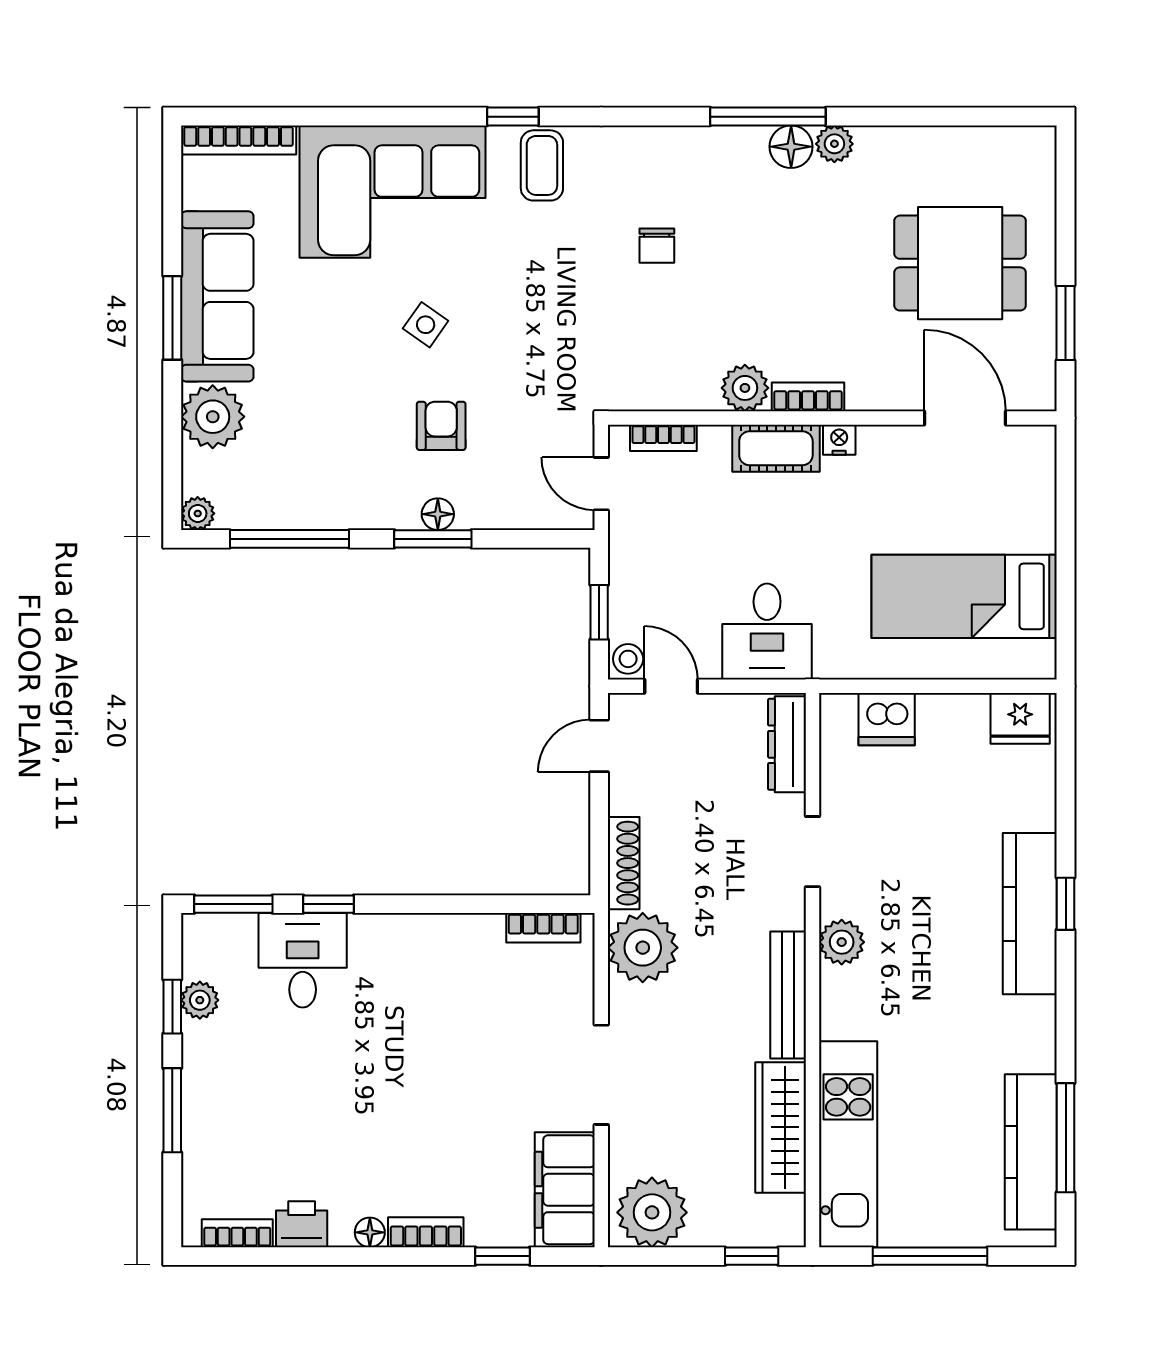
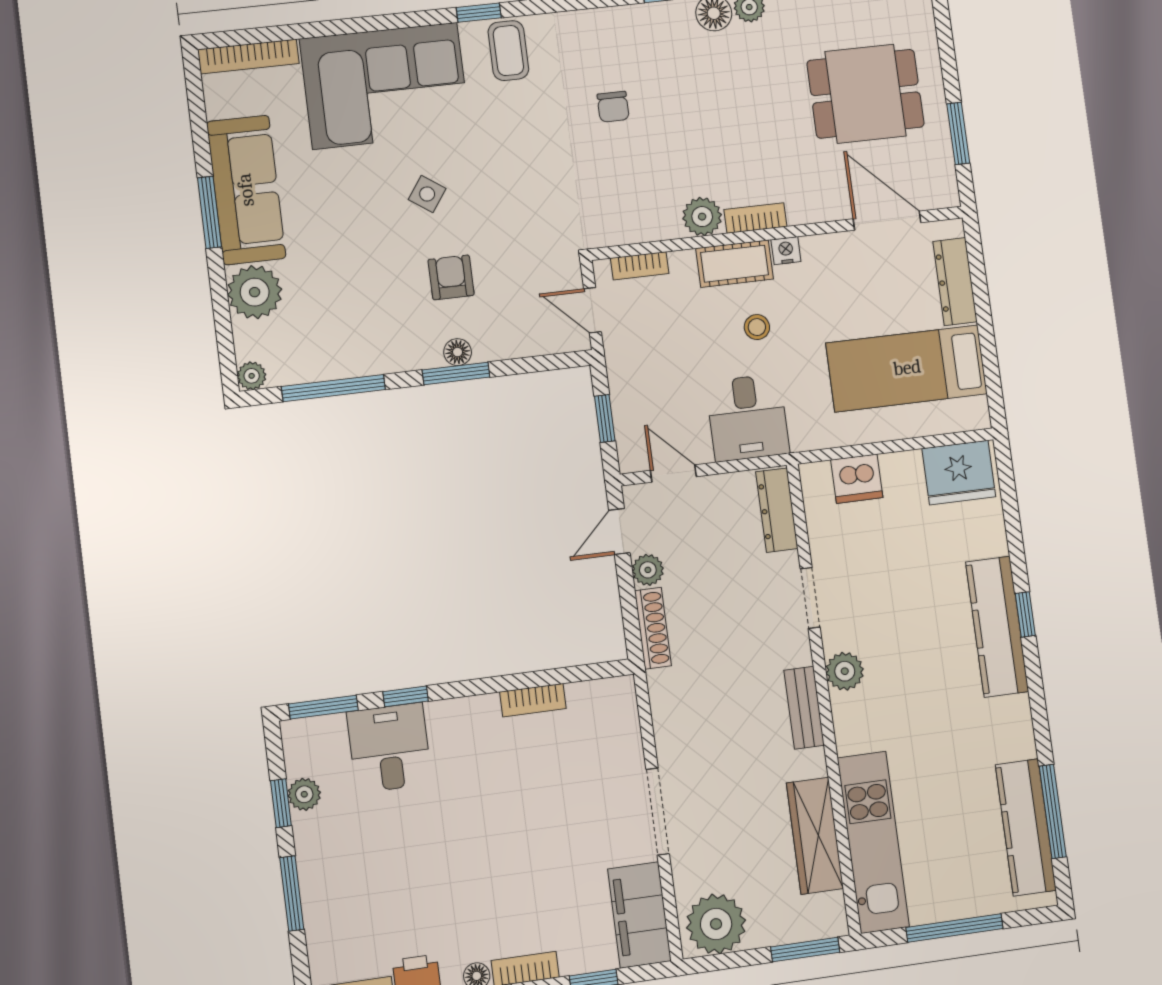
dresser: (1037, 500) -> (955, 282), added
stool: (628, 659) -> (757, 327), moved
fridge: (1020, 718) -> (959, 473), width x1.36, depth x1.34
bookcase: (543, 928) -> (533, 700), moved
plant: (643, 948) -> (648, 570), moved, width x0.53, depth x0.53
bench: (788, 995) -> (804, 708), width x0.73
window: (752, 1256) -> (805, 950), width x1.50

